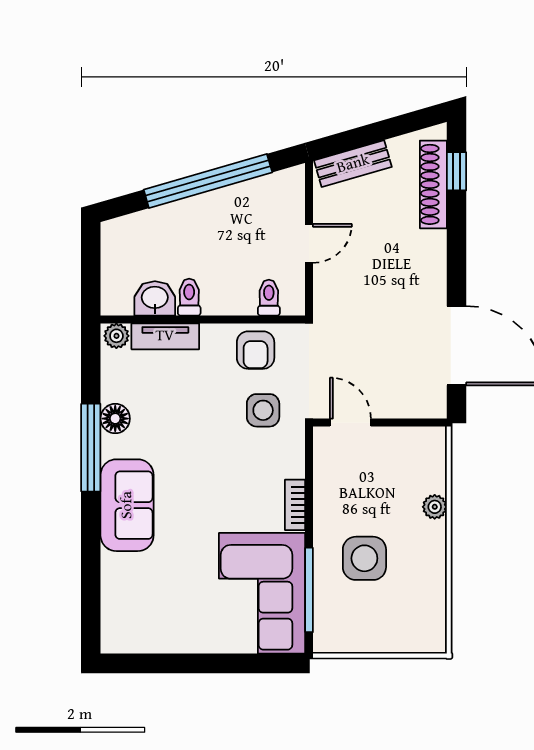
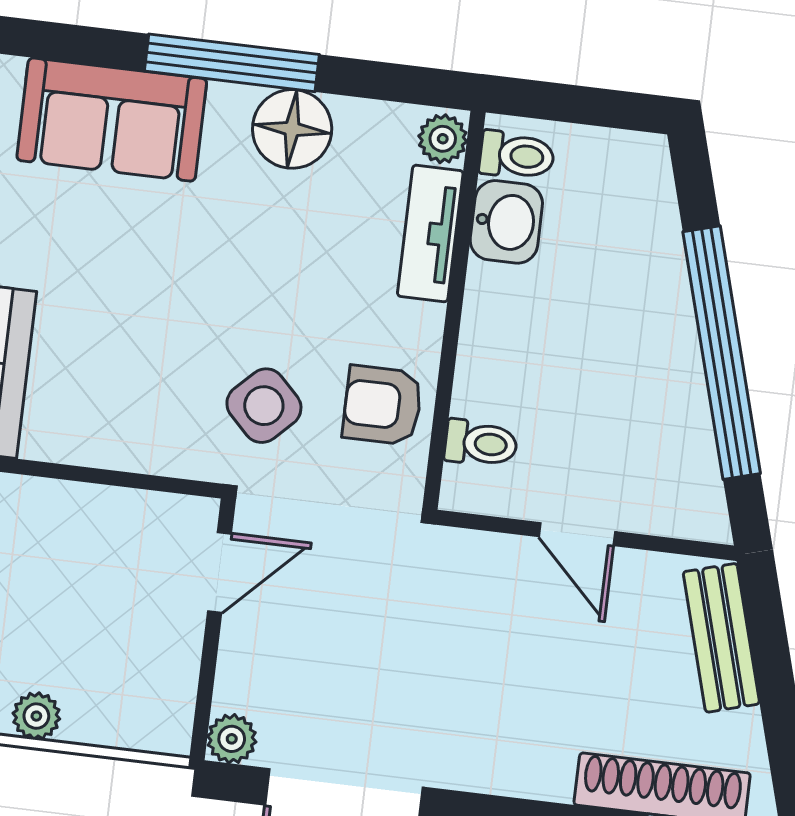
toilet: (189, 297) -> (517, 155), moved
plant: (434, 406) -> (232, 739), added
side table: (263, 410) -> (264, 406), turned 45
floor lamp: (115, 419) -> (292, 129), width x1.38, depth x1.38
bookcase: (295, 505) -> (73, 446), removed

